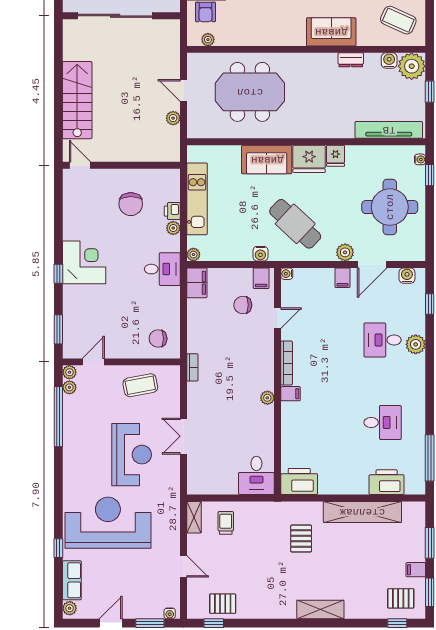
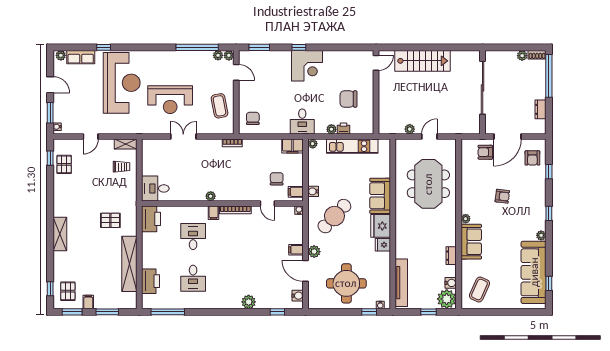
plant: (208, 40) -> (466, 219), moved
desk: (383, 340) -> (193, 236), moved

